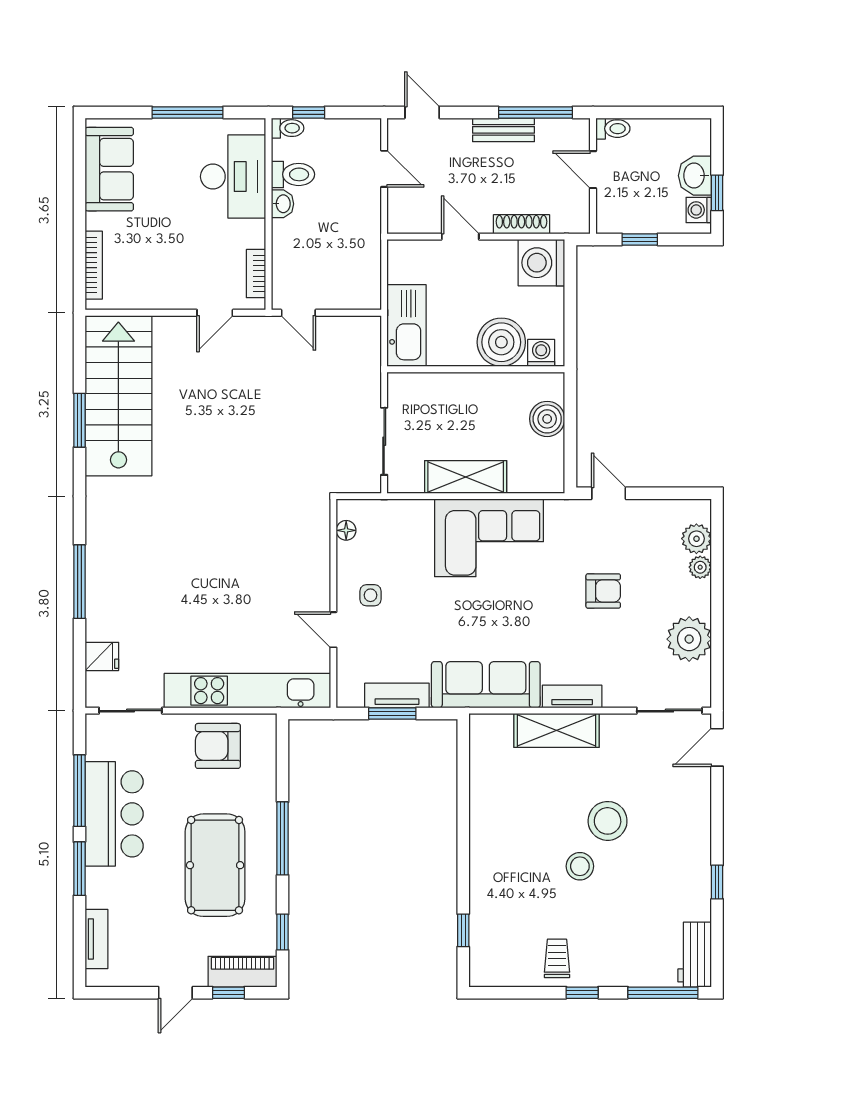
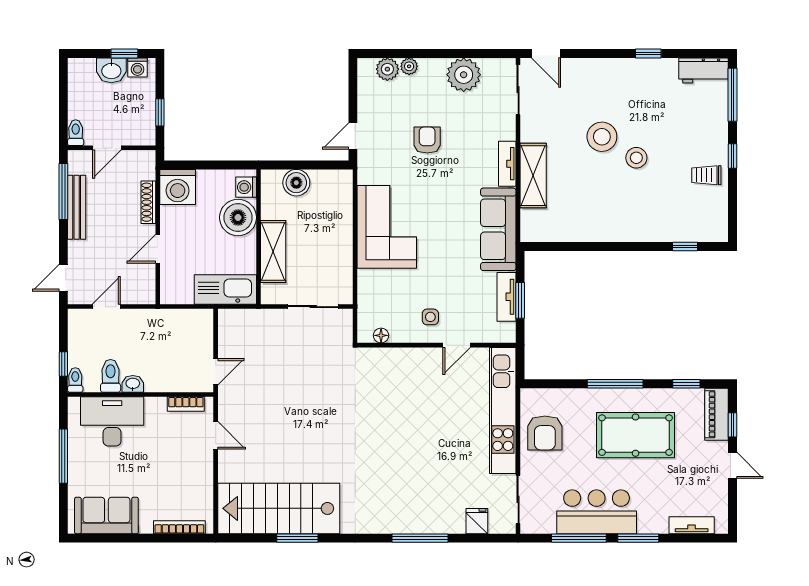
bench: (504, 130) -> (77, 207), width x1.36
shelving: (466, 477) -> (273, 252), moved

